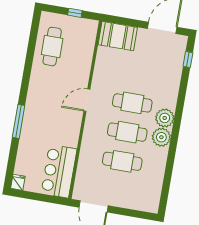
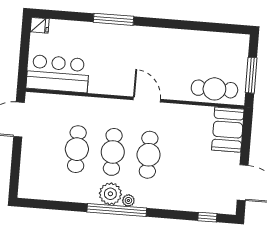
window: (75, 13) -> (251, 75), width x2.17
cafe table: (52, 46) -> (214, 89), moved
plant: (165, 118) -> (128, 200), width x0.53, depth x0.53
window: (175, 133) -> (117, 210), added

